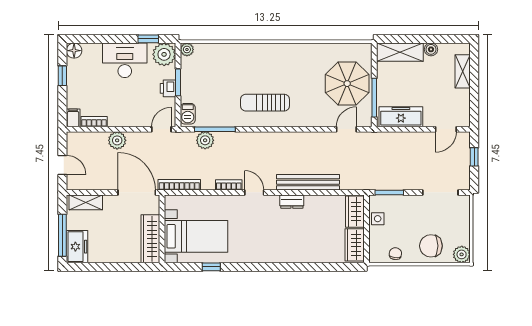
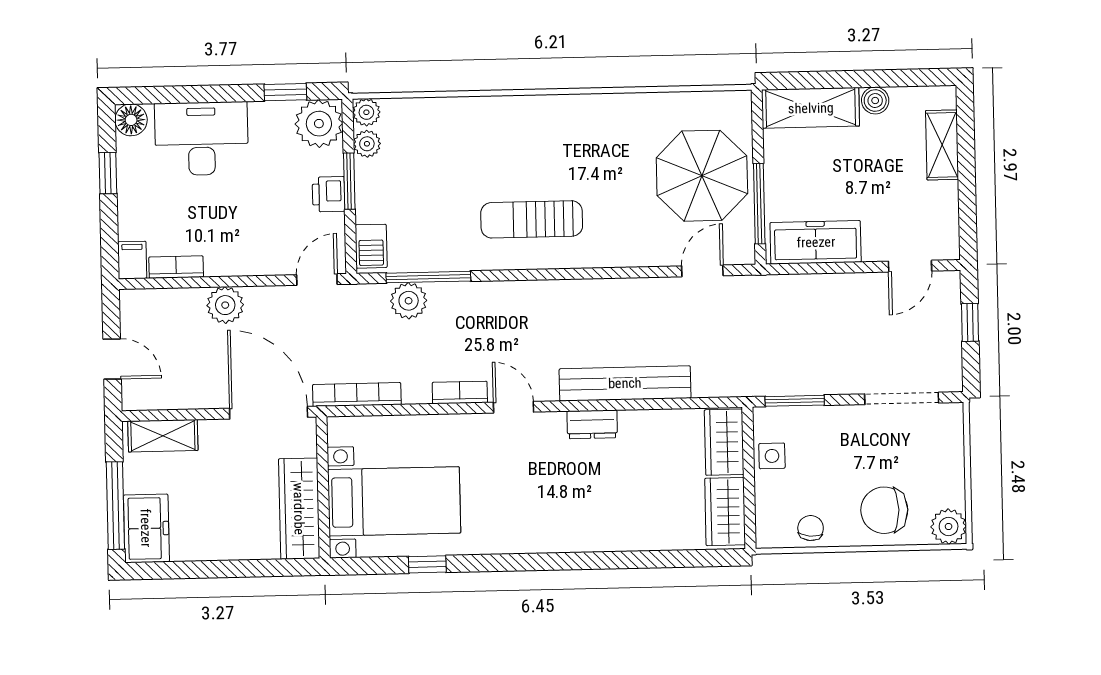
desk: (125, 60) -> (201, 139), moved
plant: (187, 65) -> (367, 144), added

